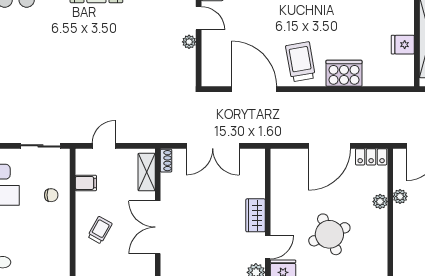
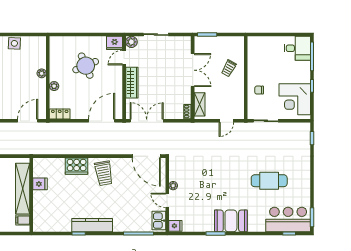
cafe table: (35, 50) -> (269, 181), added
door: (254, 89) -> (146, 156), moved
double door: (213, 146) -> (147, 121), moved
door: (329, 146) -> (102, 121), moved
filing cabinet: (86, 183) -> (237, 98), removed
plant: (400, 196) -> (42, 73), moved
wardrobe: (255, 215) -> (132, 83), width x1.50

